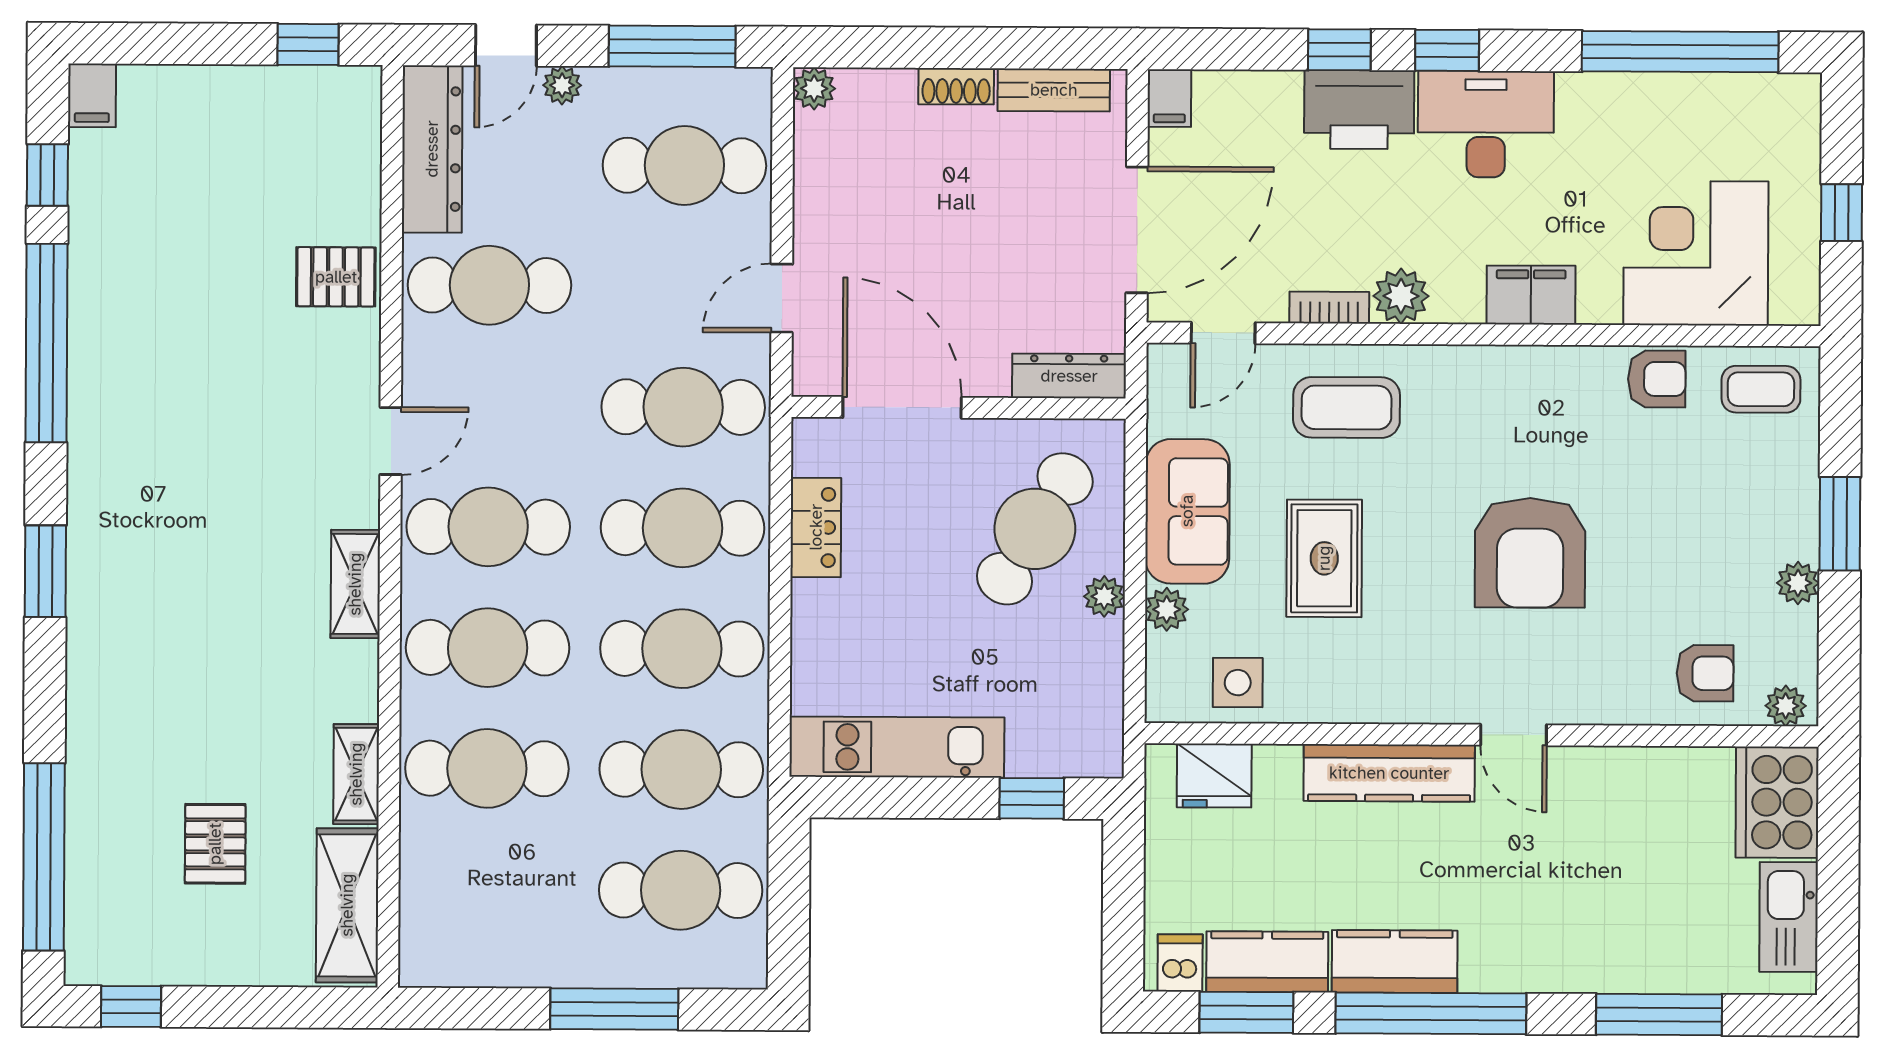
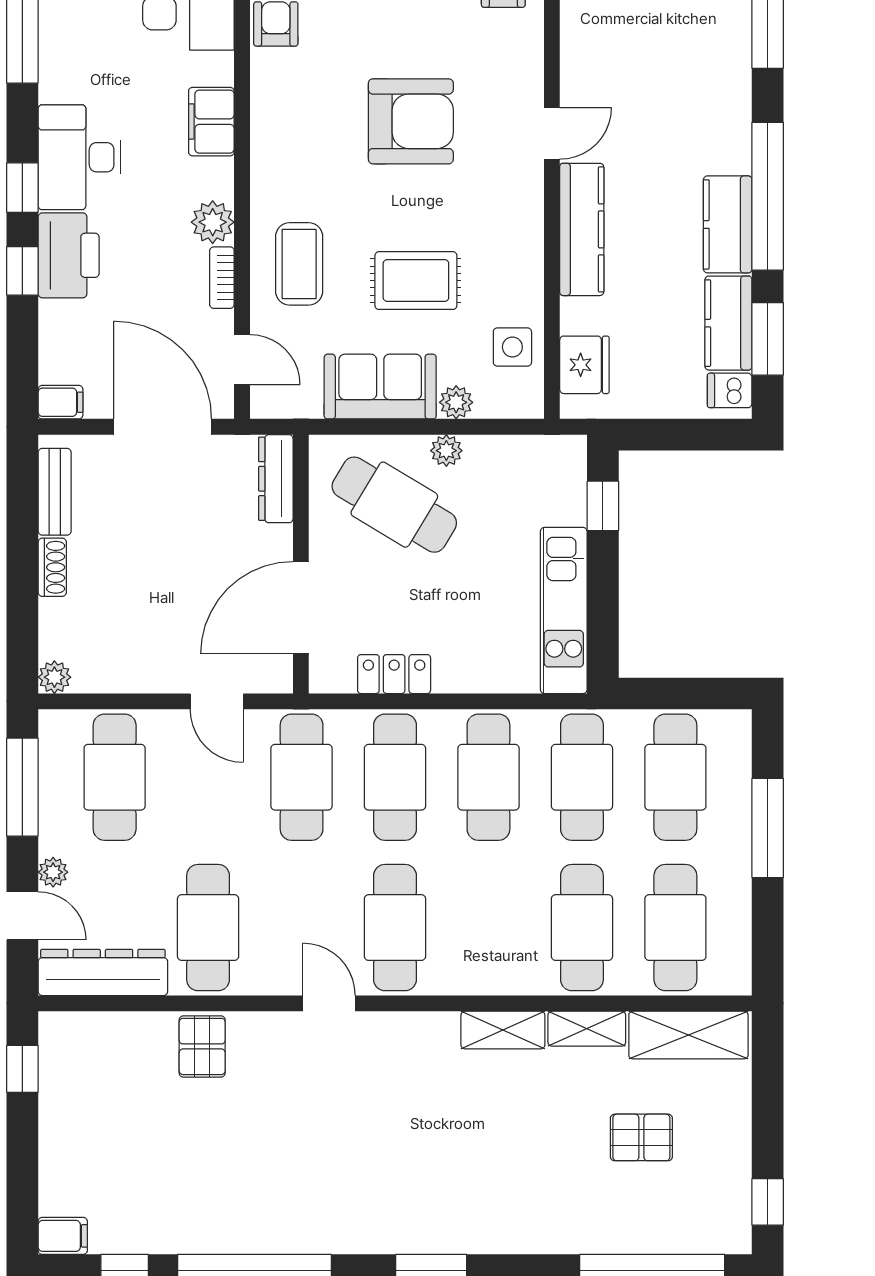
shelving: (355, 584) -> (503, 1030), moved
cafe table: (488, 648) -> (675, 928), moved

